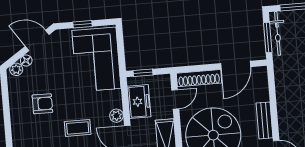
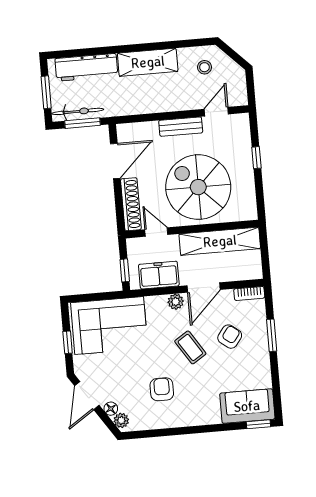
door: (236, 65) -> (115, 161), hinge flipped
coffee table: (78, 128) -> (190, 347), turned -33

